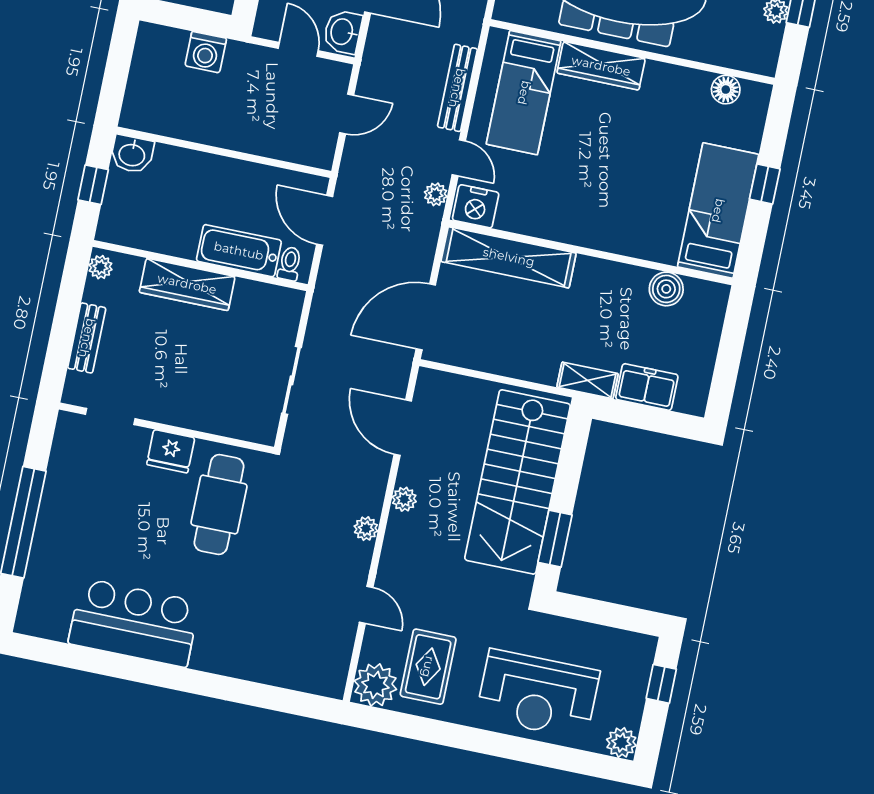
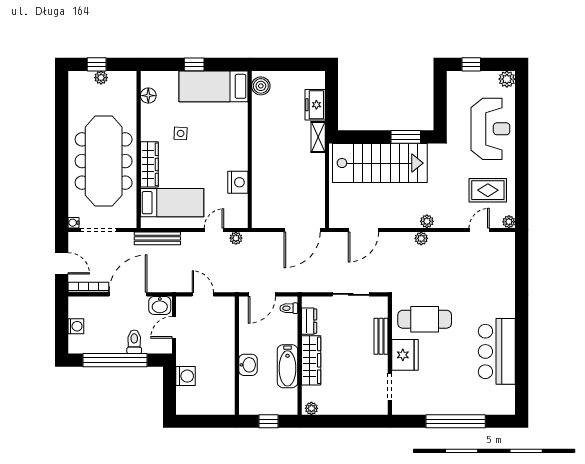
bench: (457, 88) -> (157, 238), moved
side table: (645, 134) -> (181, 133), added
washbasin: (132, 154) -> (248, 365), moved
nightstand: (476, 206) -> (238, 182), moved
bathtub: (239, 251) -> (288, 366), moved
shelving: (509, 257) -> (261, 192), removed
boiler: (666, 289) -> (261, 86), moved
dresser: (259, 295) -> (309, 321), added
door: (426, 317) -> (302, 230), hinge flipped
bench: (87, 338) -> (381, 336), moved, turned 90
fridge: (171, 451) -> (405, 355), width x1.36, depth x1.34
plant: (404, 499) -> (427, 221), moved
door: (366, 605) -> (479, 230), moved
plant: (375, 685) -> (509, 222), width x0.53, depth x0.53

